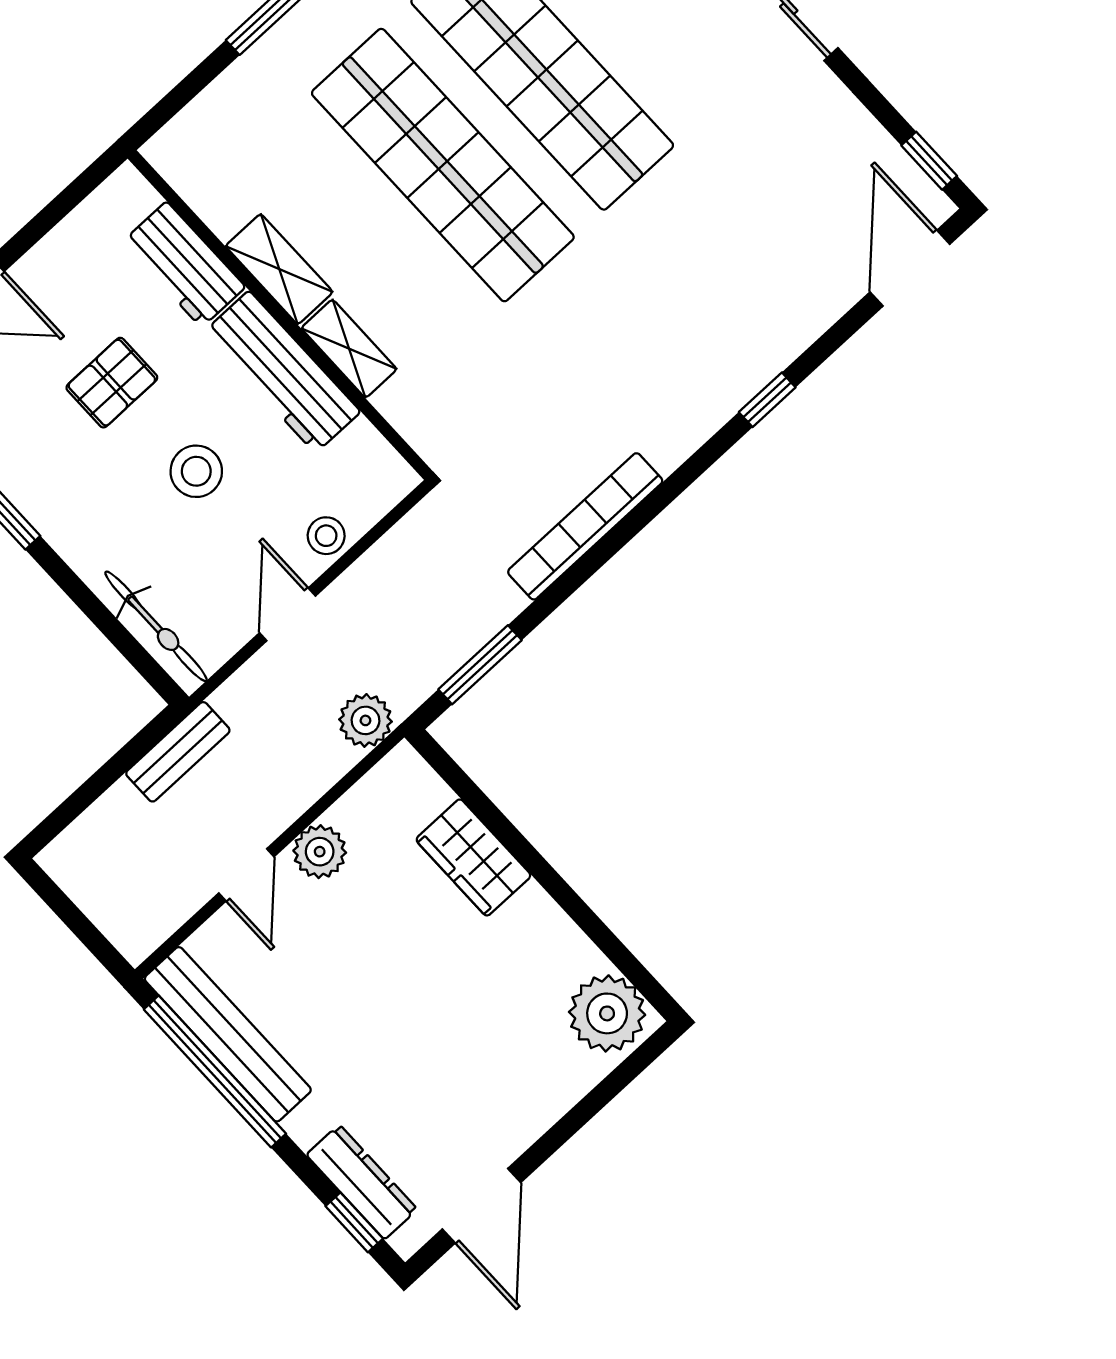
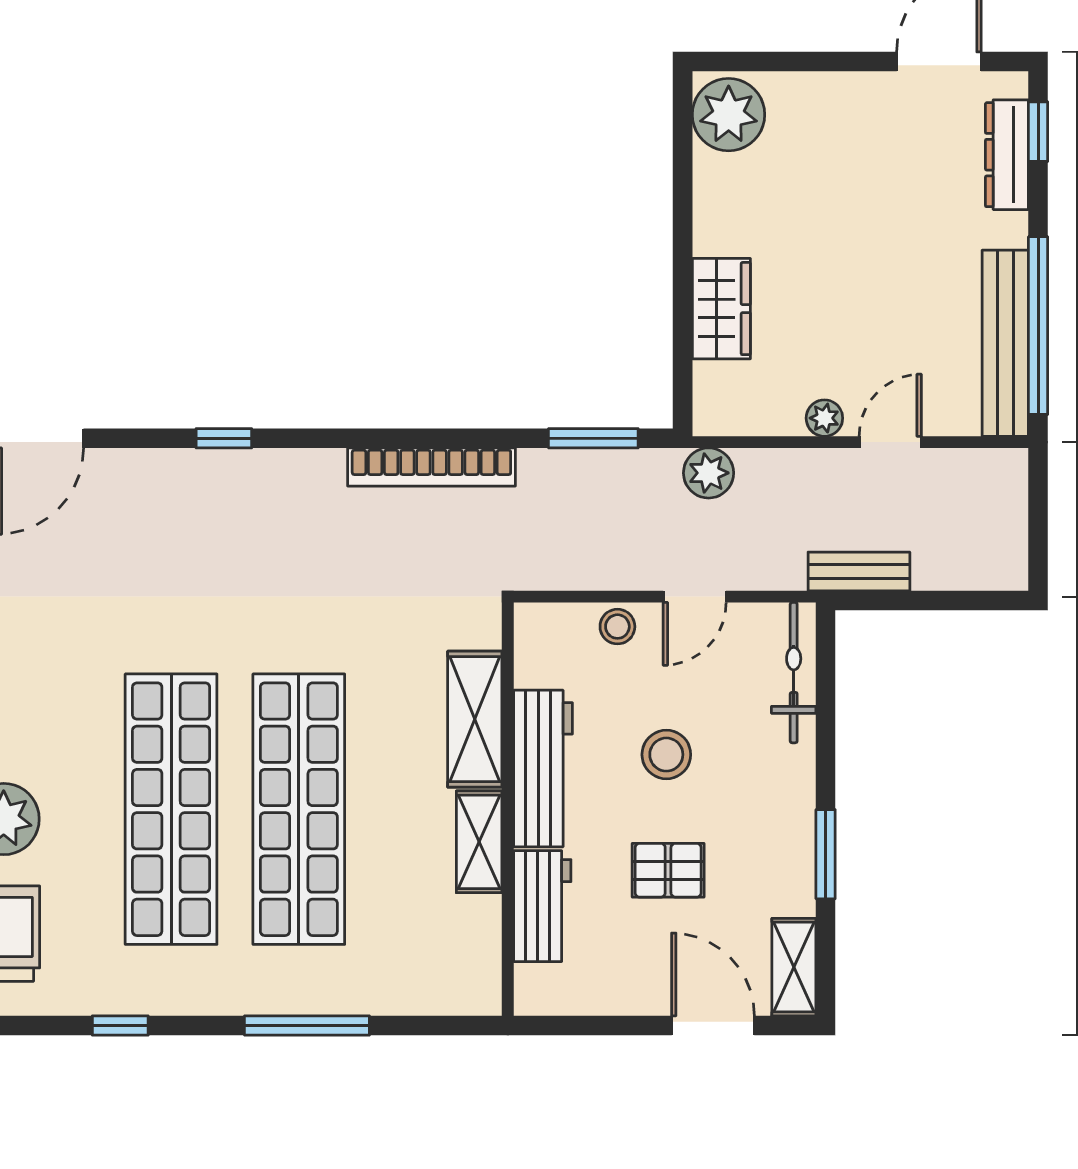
shelving: (349, 349) -> (475, 719), width x1.50, depth x1.33
plant: (320, 852) -> (824, 418), width x0.73, depth x0.73

